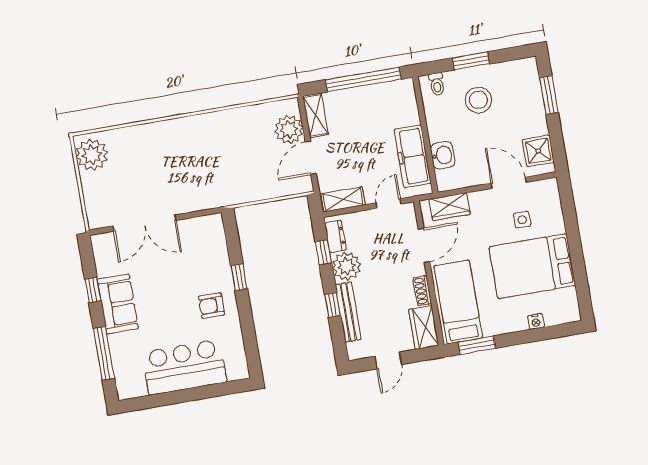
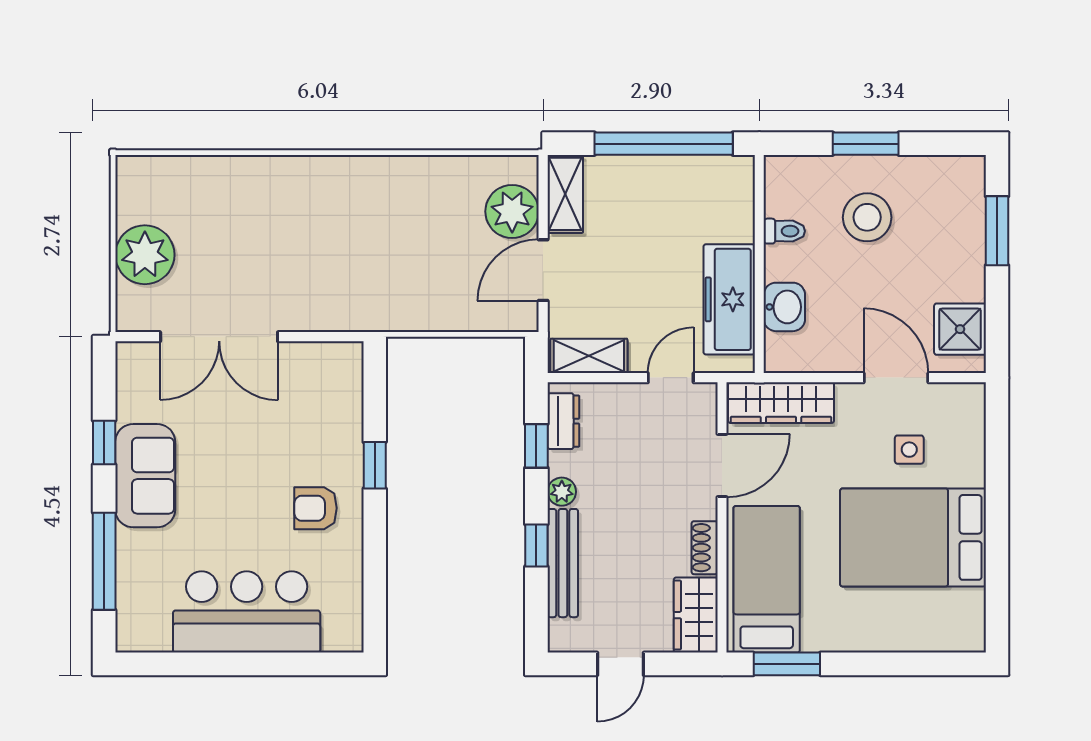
toilet: (437, 84) -> (784, 231), moved, turned -90
plant: (92, 155) -> (145, 255), moved
wardrobe: (450, 207) -> (781, 403), width x1.50
plant: (347, 266) -> (562, 492), width x0.53, depth x0.53
nightstand: (536, 322) -> (902, 639), removed

